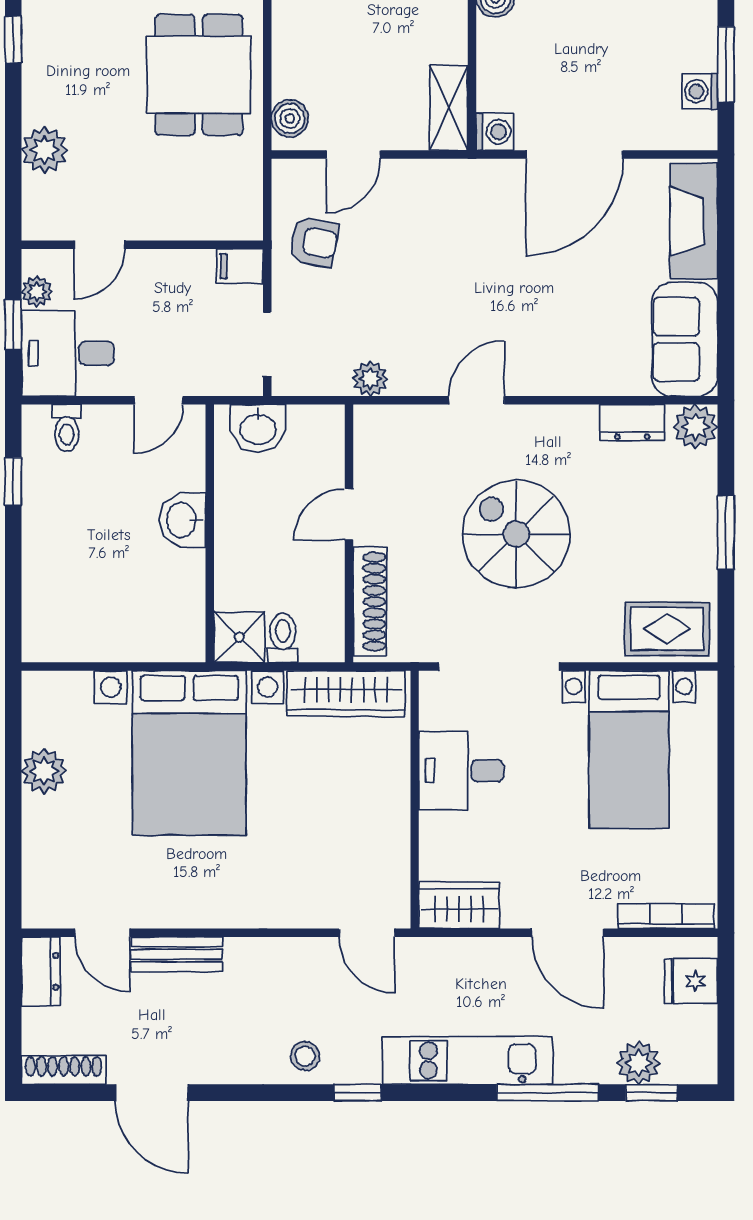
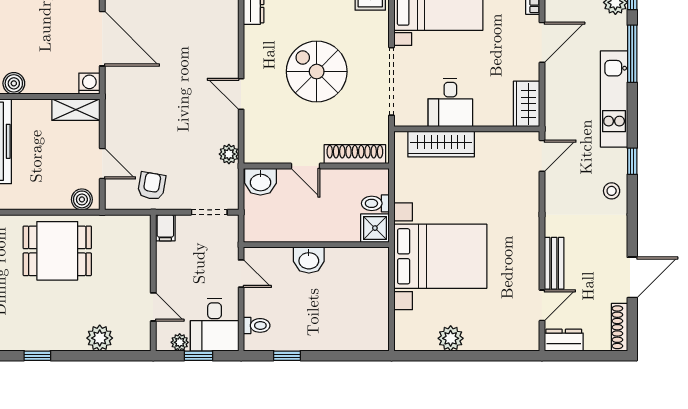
washbasin: (258, 428) -> (260, 182), moved, turned 90
spiral stairs: (516, 534) -> (317, 72), turned 90
wardrobe: (346, 693) -> (441, 144), moved, turned 90

